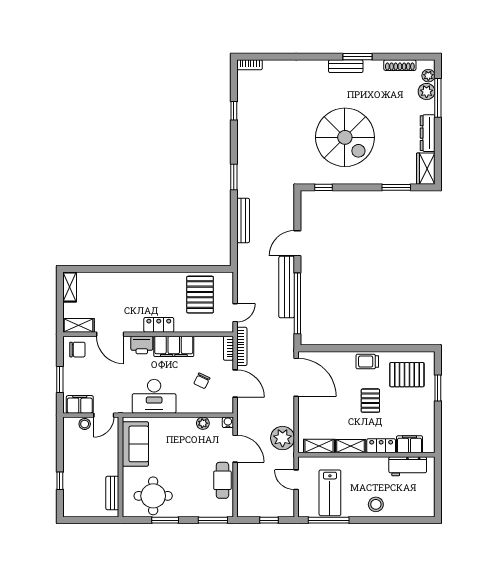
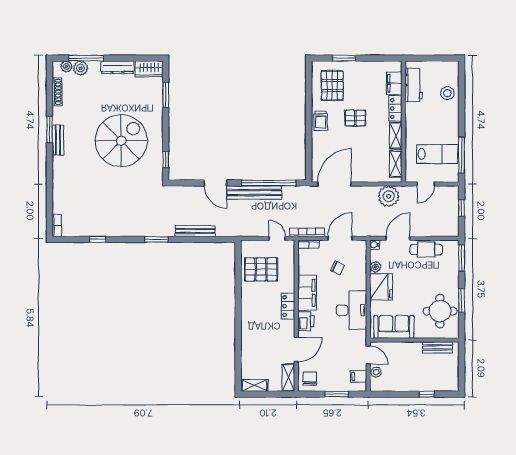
filing cabinet: (80, 404) -> (359, 376), width x0.50
fridge: (181, 430) -> (381, 287), added
stool: (376, 504) -> (447, 93), moved

